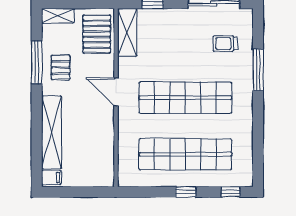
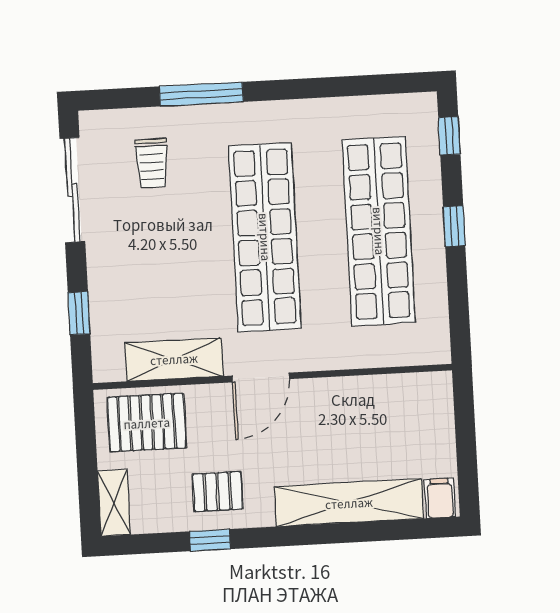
shelving: (127, 32) -> (174, 359), moved
window: (37, 62) -> (210, 540), width x0.46

